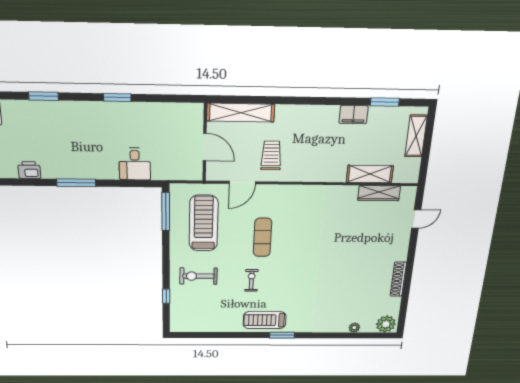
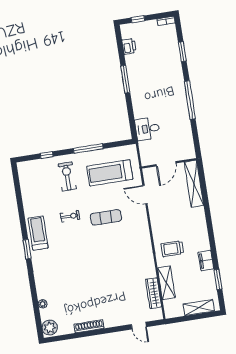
window: (117, 97) -> (190, 100), width x2.11
trolley: (271, 155) -> (172, 249), moved, turned 180
desk: (135, 164) -> (147, 129), moved
window: (166, 212) -> (88, 149), moved
treadmill: (204, 223) -> (110, 173), turned 180

